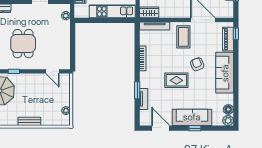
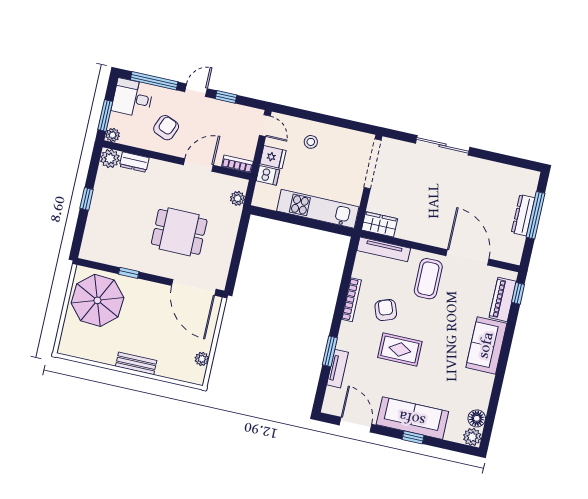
dining table: (23, 44) -> (179, 232), moved, turned 90
armchair: (197, 64) -> (386, 310), moved
door: (52, 71) -> (194, 287), width x1.87
sofa: (225, 73) -> (486, 345), width x0.73

